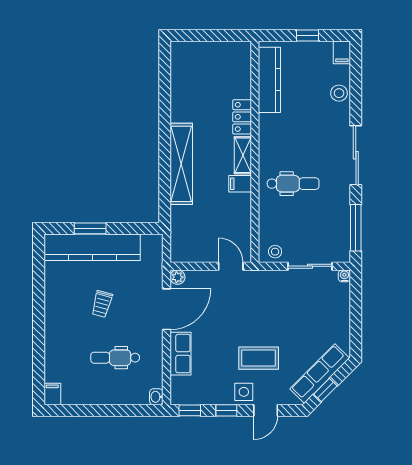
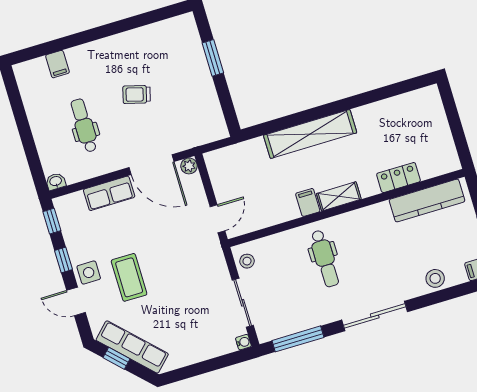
locker: (242, 117) -> (398, 178), moved
kitchen counter: (92, 247) -> (194, 66), removed
filing cabinet: (52, 394) -> (57, 64), moved, turned 90

